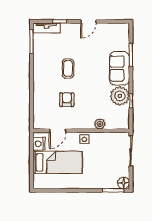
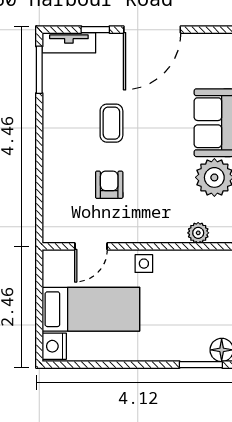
door: (88, 21) -> (152, 30), width x1.88
plant: (100, 124) -> (198, 233), moved
nightstand: (39, 144) -> (54, 346), moved

